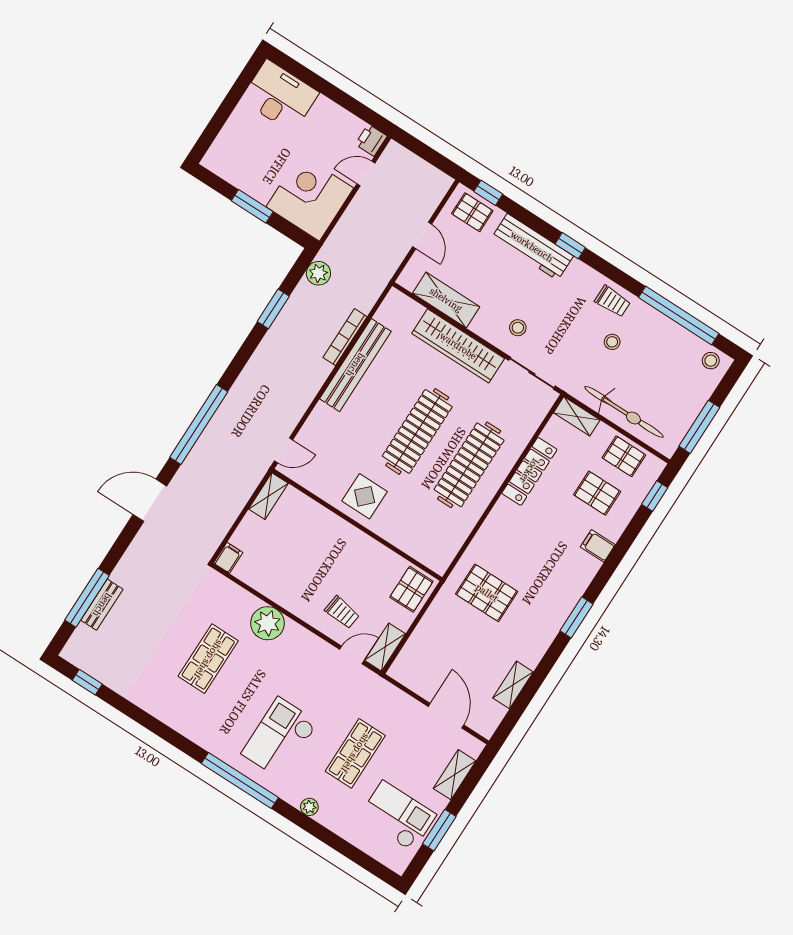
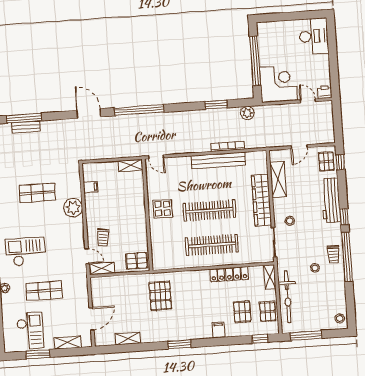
window: (252, 206) -> (255, 61), width x2.11
window: (679, 316) -> (347, 257), moved
filing cabinet: (228, 558) -> (91, 187), moved

